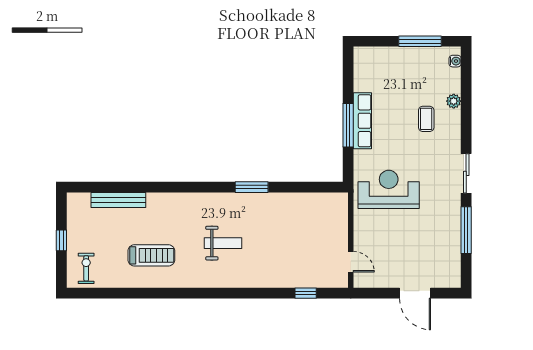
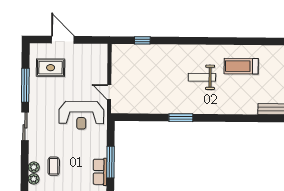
plant: (454, 117) -> (34, 167), added
row of seats: (362, 121) -> (100, 172), width x0.68
treadmill: (151, 255) -> (241, 66), moved
rug: (432, 255) -> (51, 68), added
door: (351, 262) -> (109, 92), moved

